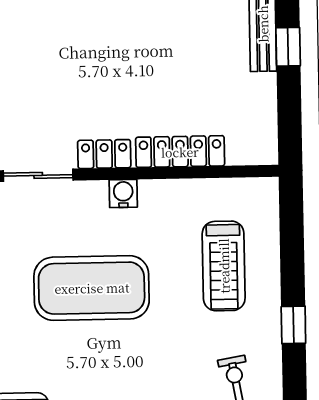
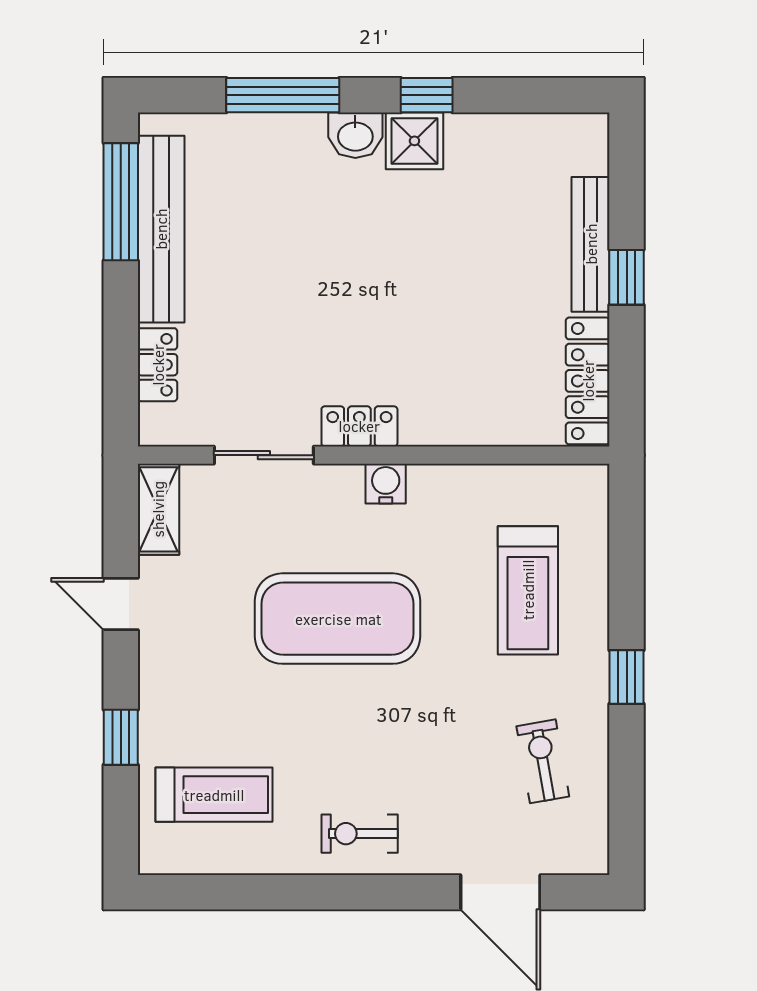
locker: (180, 152) -> (588, 381), moved, turned -90

